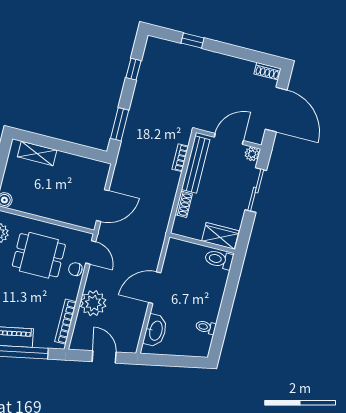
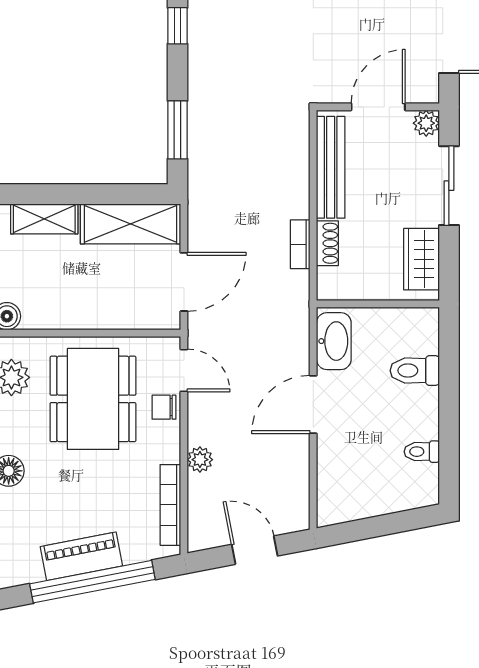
bookcase: (180, 158) -> (300, 244), moved
shelving: (82, 168) -> (131, 224), added
wardrobe: (220, 236) -> (421, 259), moved, turned -90
dining table: (39, 255) -> (93, 399), width x1.38
toilet: (219, 259) -> (415, 371), moved
plant: (93, 303) -> (200, 460), width x0.53, depth x0.53
washbasin: (155, 331) -> (334, 341), moved

